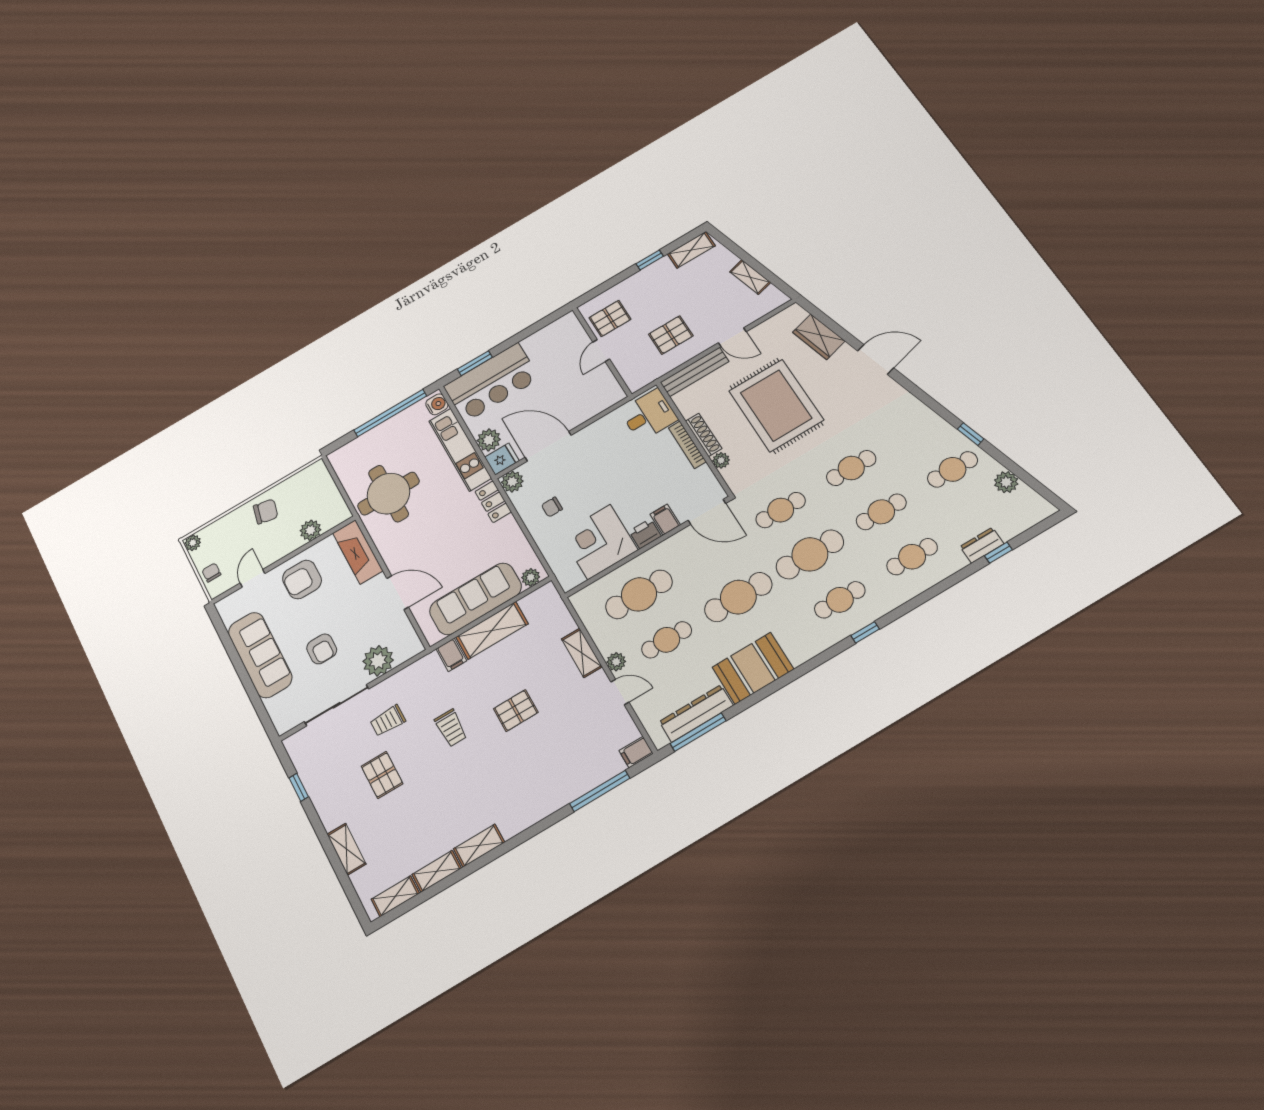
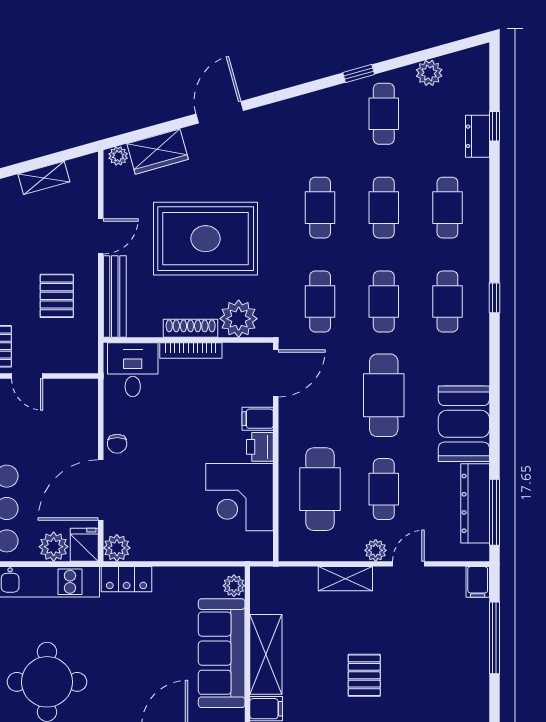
plant: (798, 314) -> (118, 156), added
plant: (721, 460) -> (239, 319), width x1.88, depth x1.88
chair: (552, 507) -> (117, 444), moved
cafe table: (810, 554) -> (384, 301), width x0.73, depth x0.74

